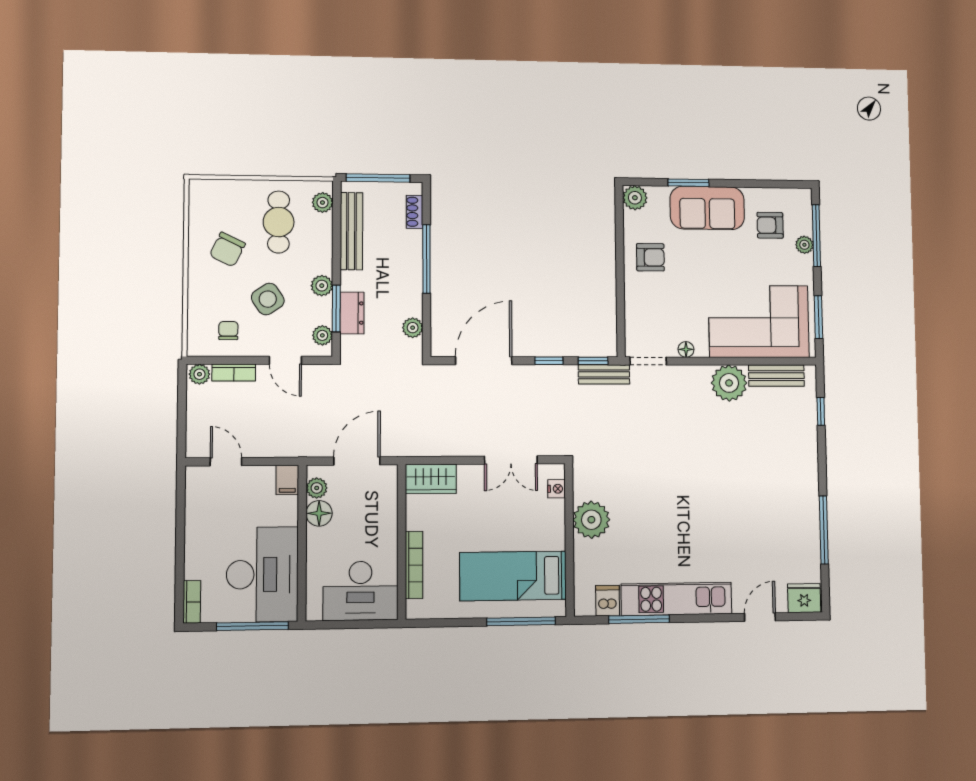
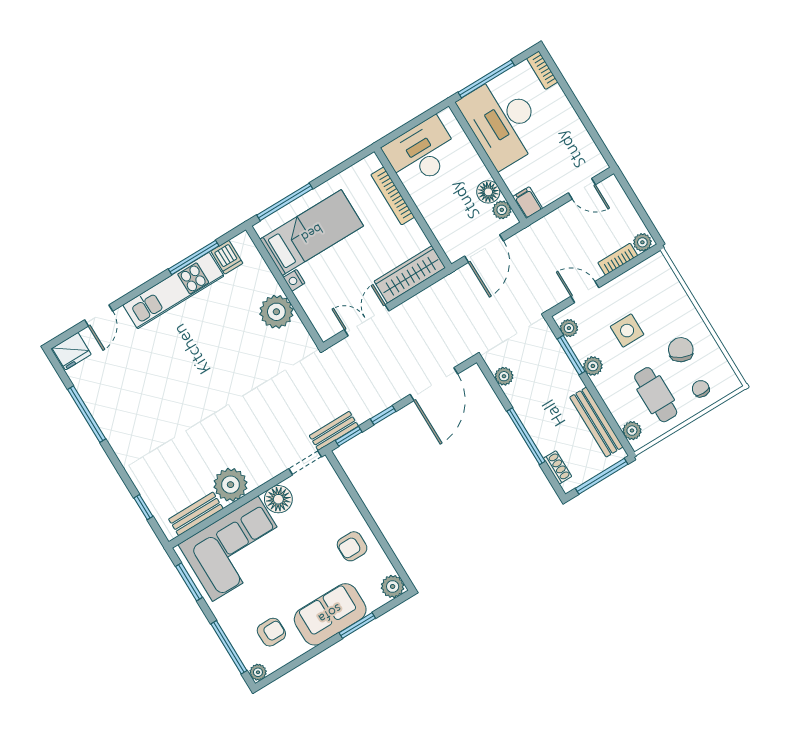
plant: (804, 245) -> (258, 672), moved
side table: (268, 299) -> (627, 331), turned 34
dresser: (352, 313) -> (557, 359), removed
chair: (228, 331) -> (701, 389), moved, turned 180
floor lamp: (686, 349) -> (278, 499), width x1.89, depth x1.89
wardrobe: (431, 479) -> (410, 274), width x1.50
nightstand: (556, 489) -> (294, 280), moved

